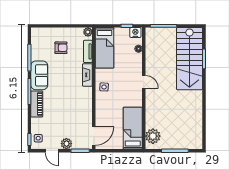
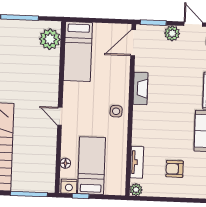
bed: (104, 48) -> (92, 166), moved
fireplace: (87, 75) -> (140, 88), moved

